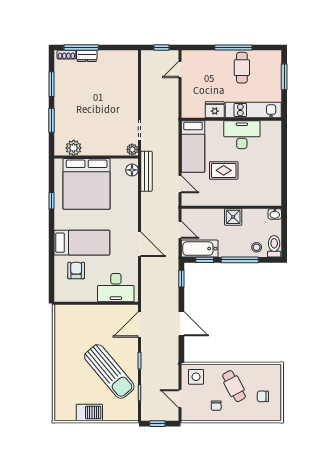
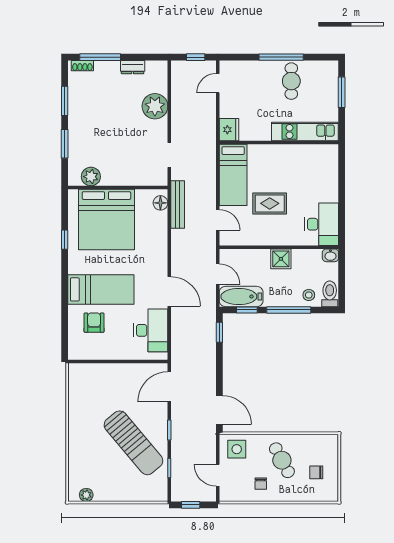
dresser: (87, 56) -> (133, 67), moved
fridge: (215, 110) -> (229, 130), moved, turned 90
desk: (242, 135) -> (322, 224), moved, turned 90
plant: (132, 149) -> (155, 106), moved, width x1.87, depth x1.87
desk: (116, 288) -> (151, 330), moved, turned -90
door: (181, 324) -> (219, 410), moved
barbecue: (89, 412) -> (110, 492), removed
plant: (70, 415) -> (86, 495), added

